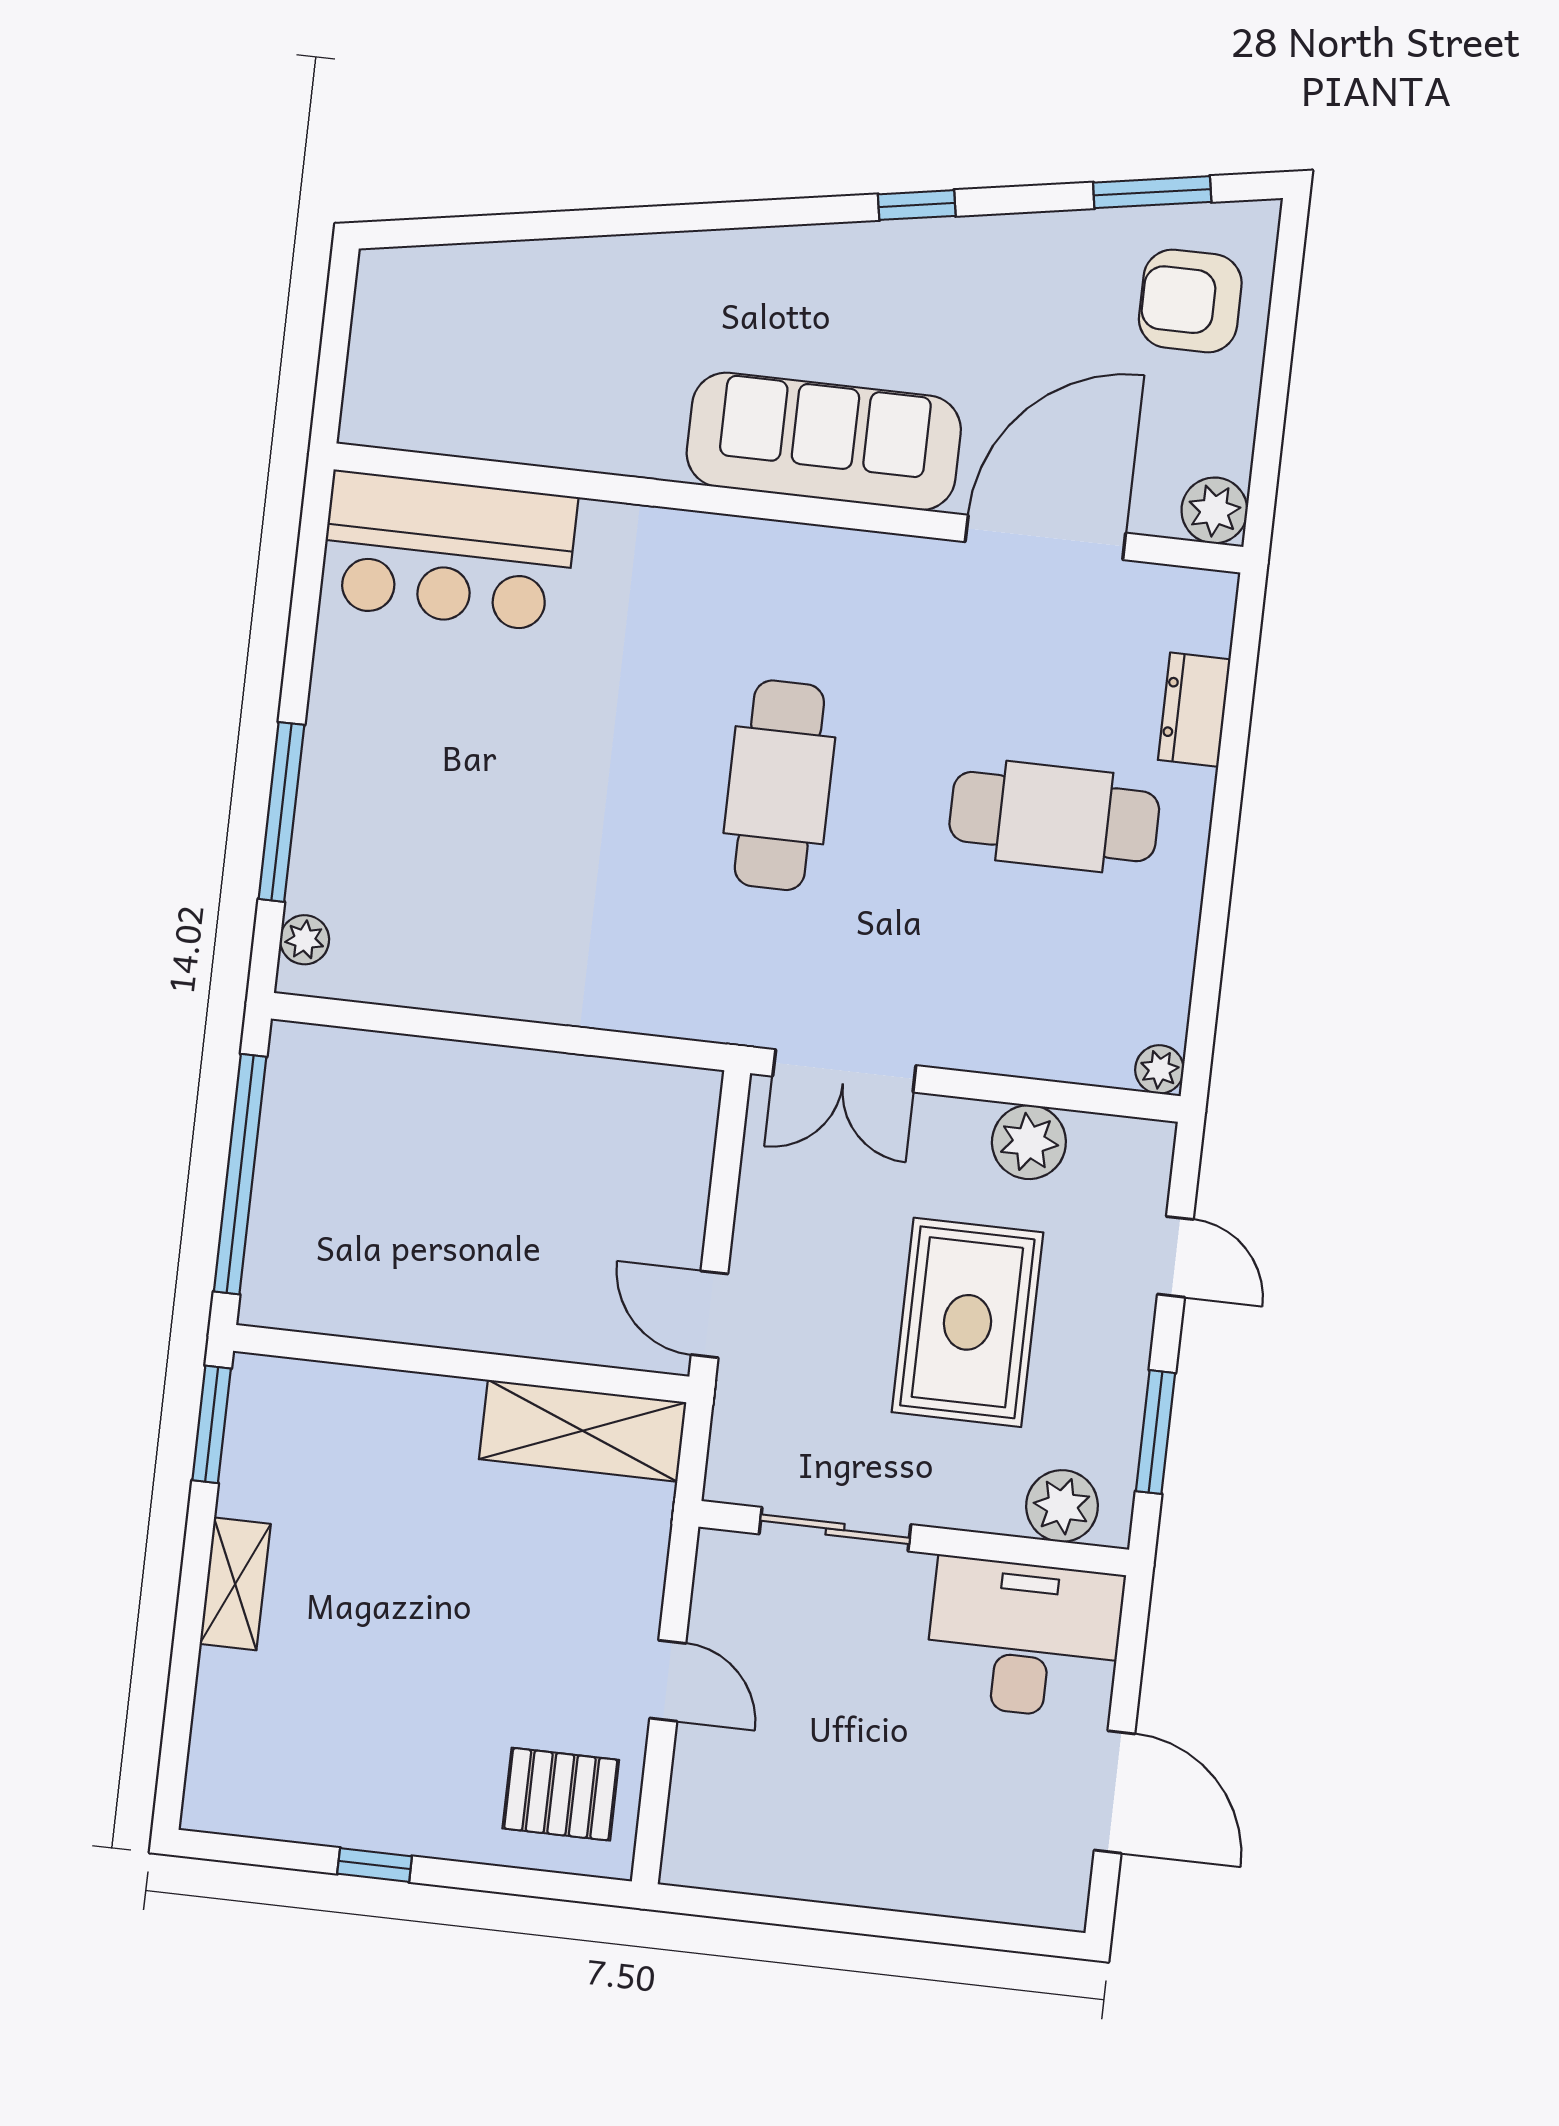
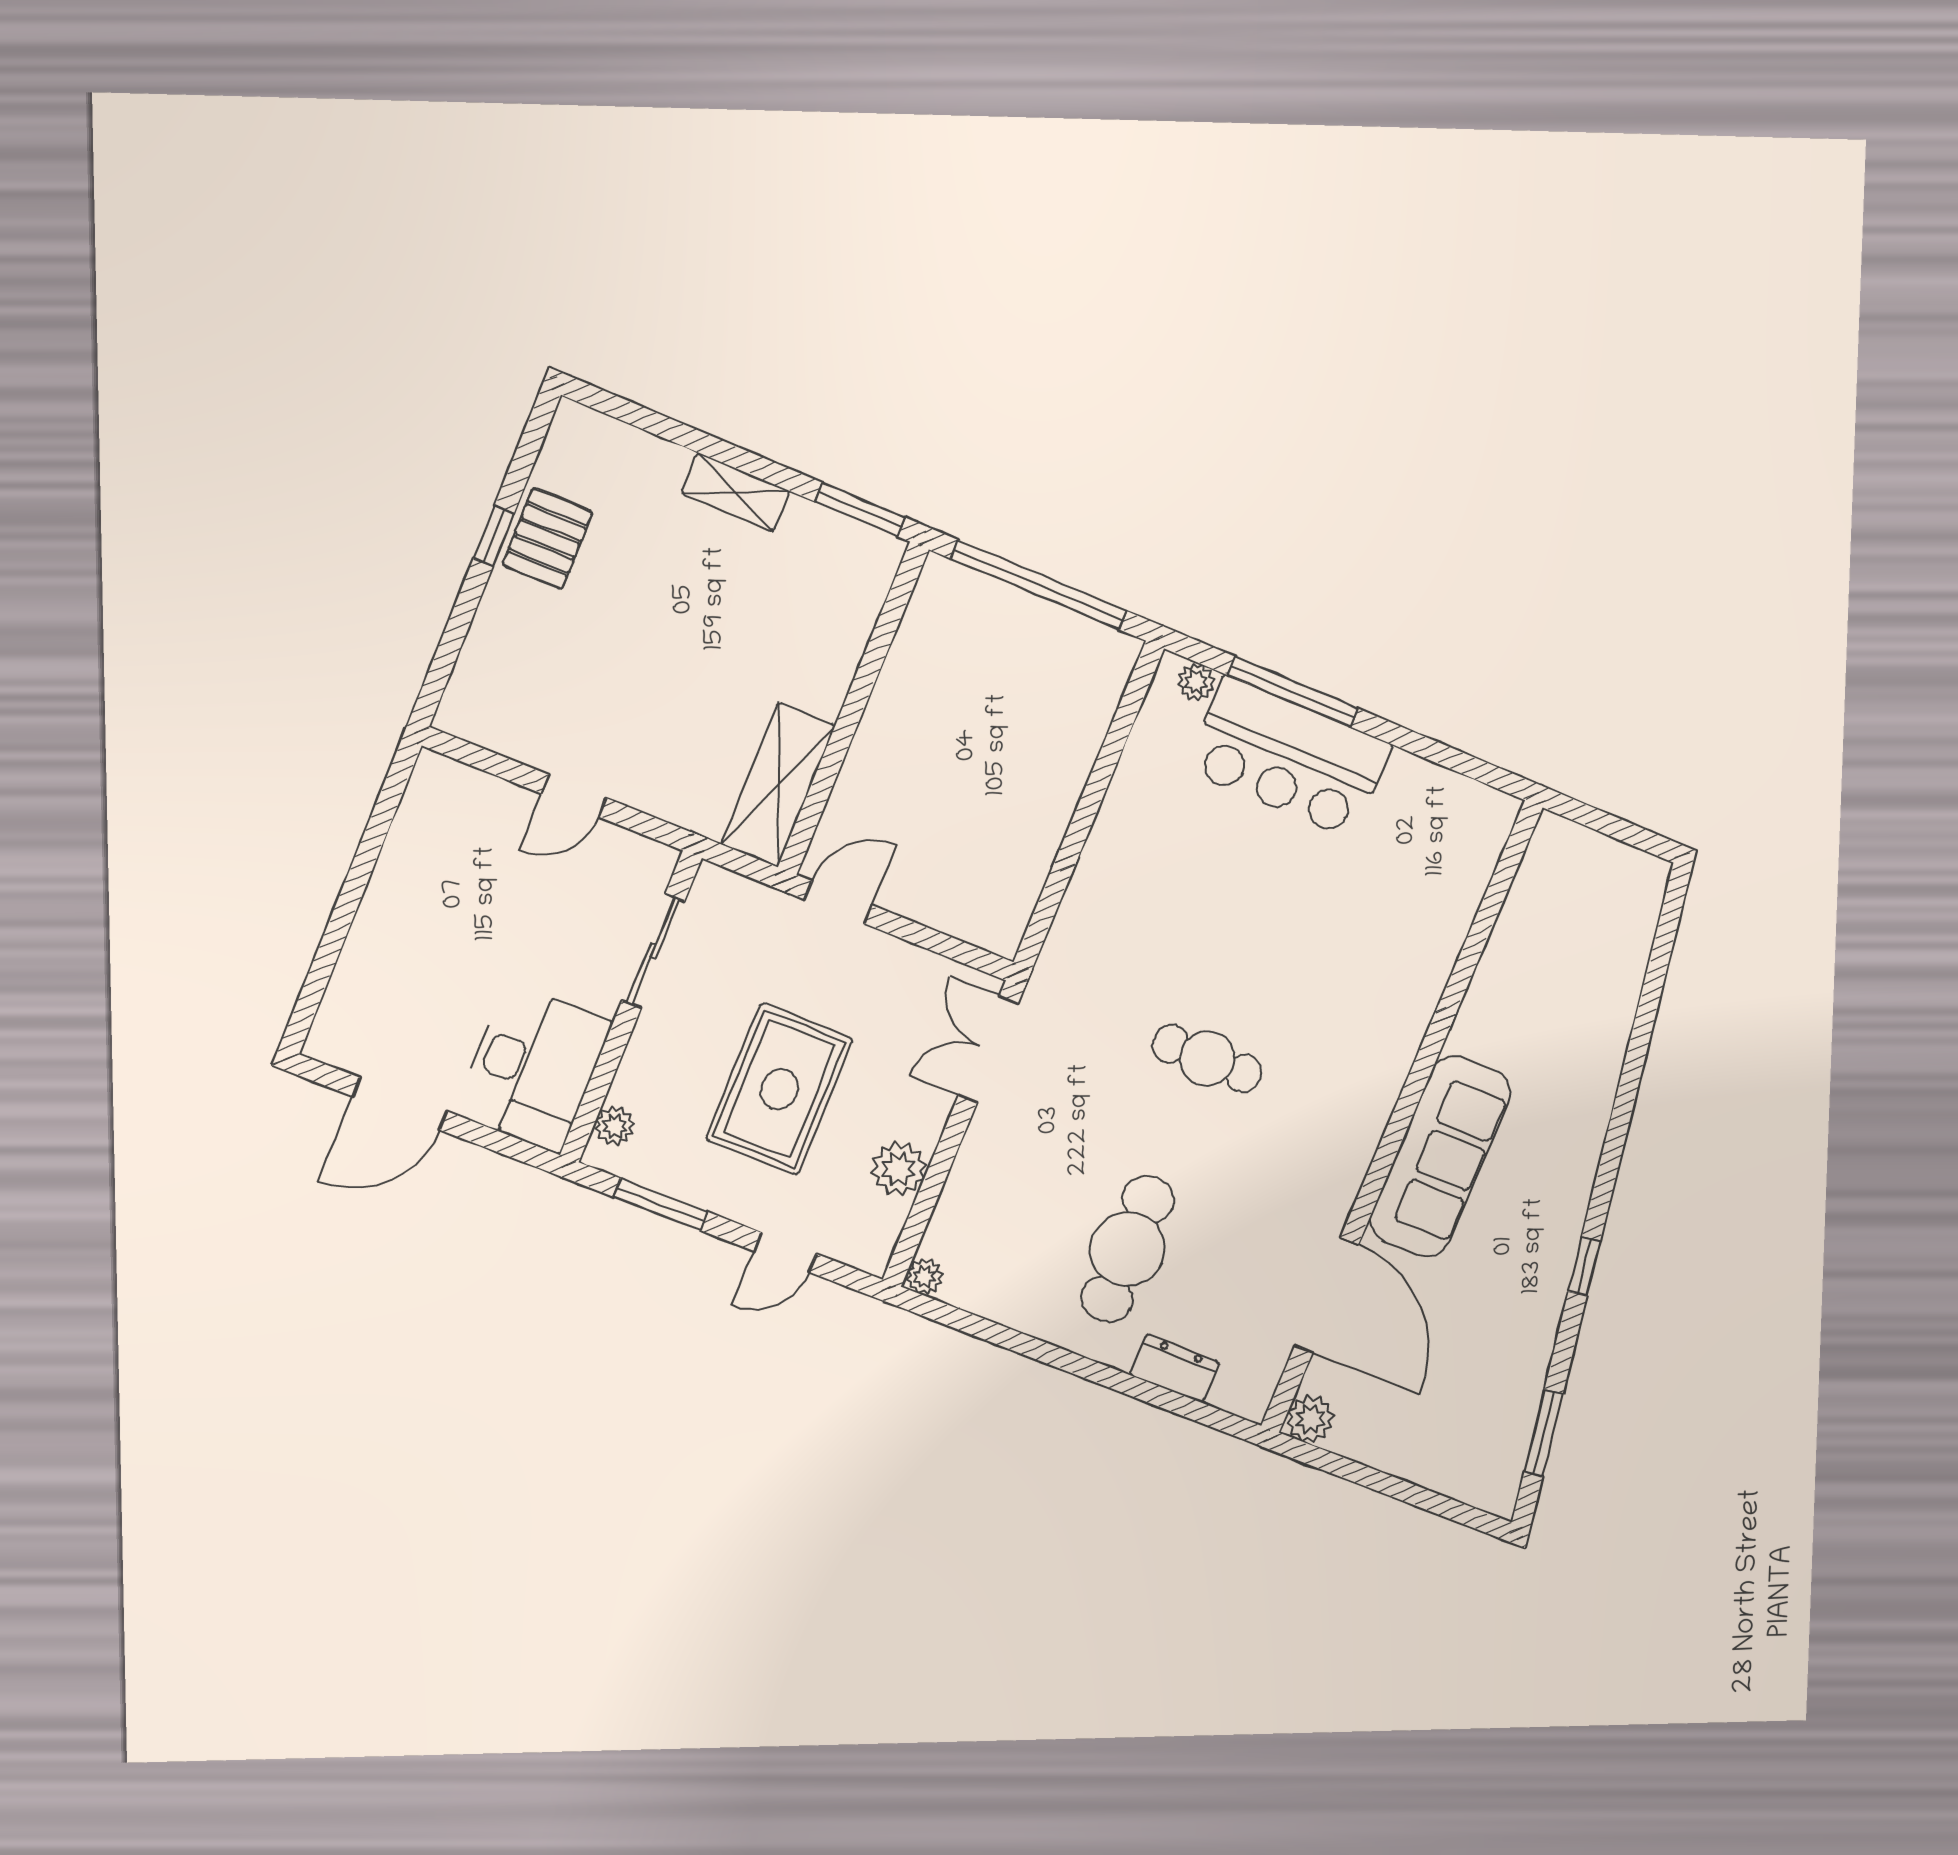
armchair: (1190, 301) -> (1461, 1440), removed
bar counter: (448, 551) -> (1289, 757), moved, turned -90
cafe table: (779, 785) -> (1207, 1058), width x0.73, depth x0.74
rug: (967, 1322) -> (779, 1089), turned 90
plant: (1062, 1506) -> (615, 1126), width x0.73, depth x0.73
pallet: (561, 1794) -> (547, 539), moved

